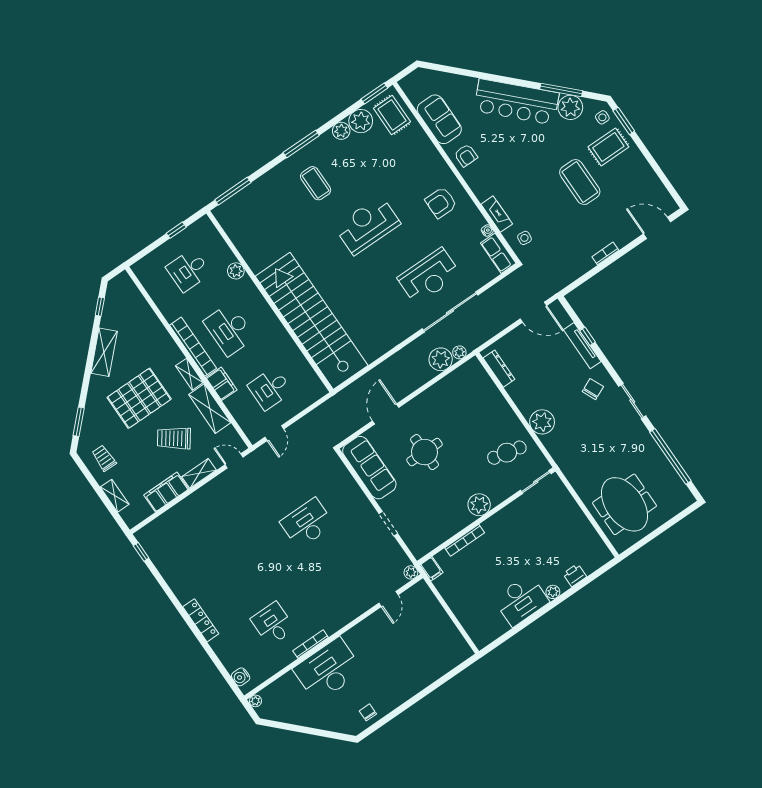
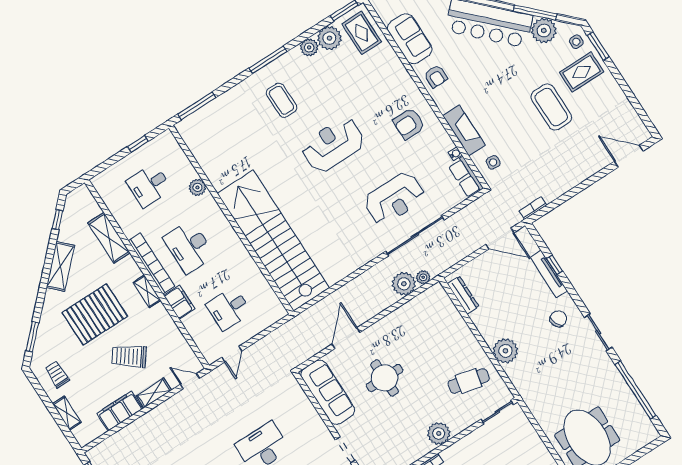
fireplace: (497, 214) -> (464, 130), width x1.37, depth x1.32
bookcase: (605, 253) -> (533, 208), moved
shelving: (210, 409) -> (109, 238), moved

